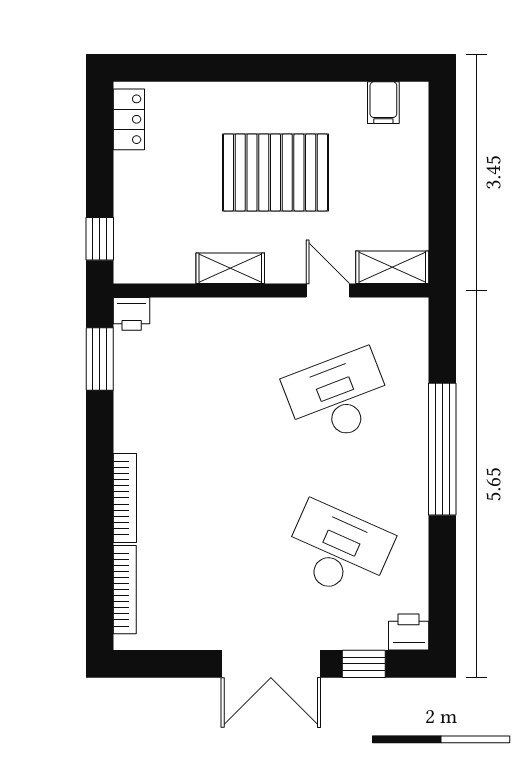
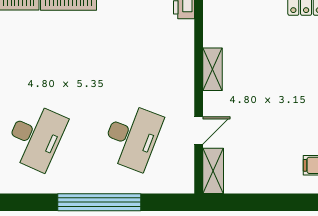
pallet: (275, 172) -> (273, 98), removed
desk: (338, 397) -> (132, 137), turned 42

